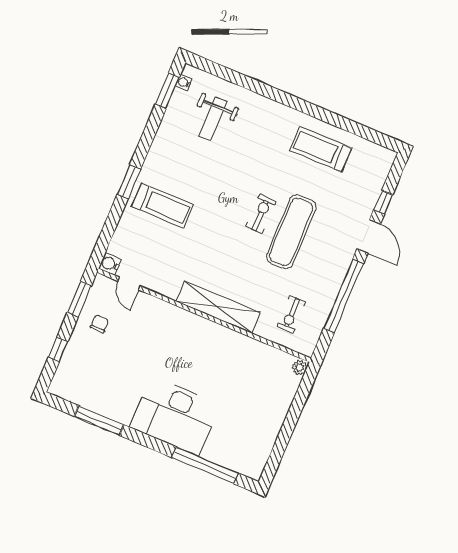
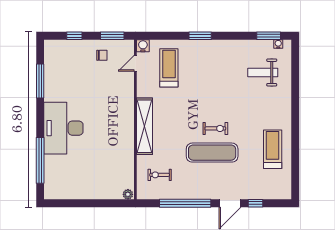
treadmill: (162, 205) -> (169, 68), moved, turned 180

